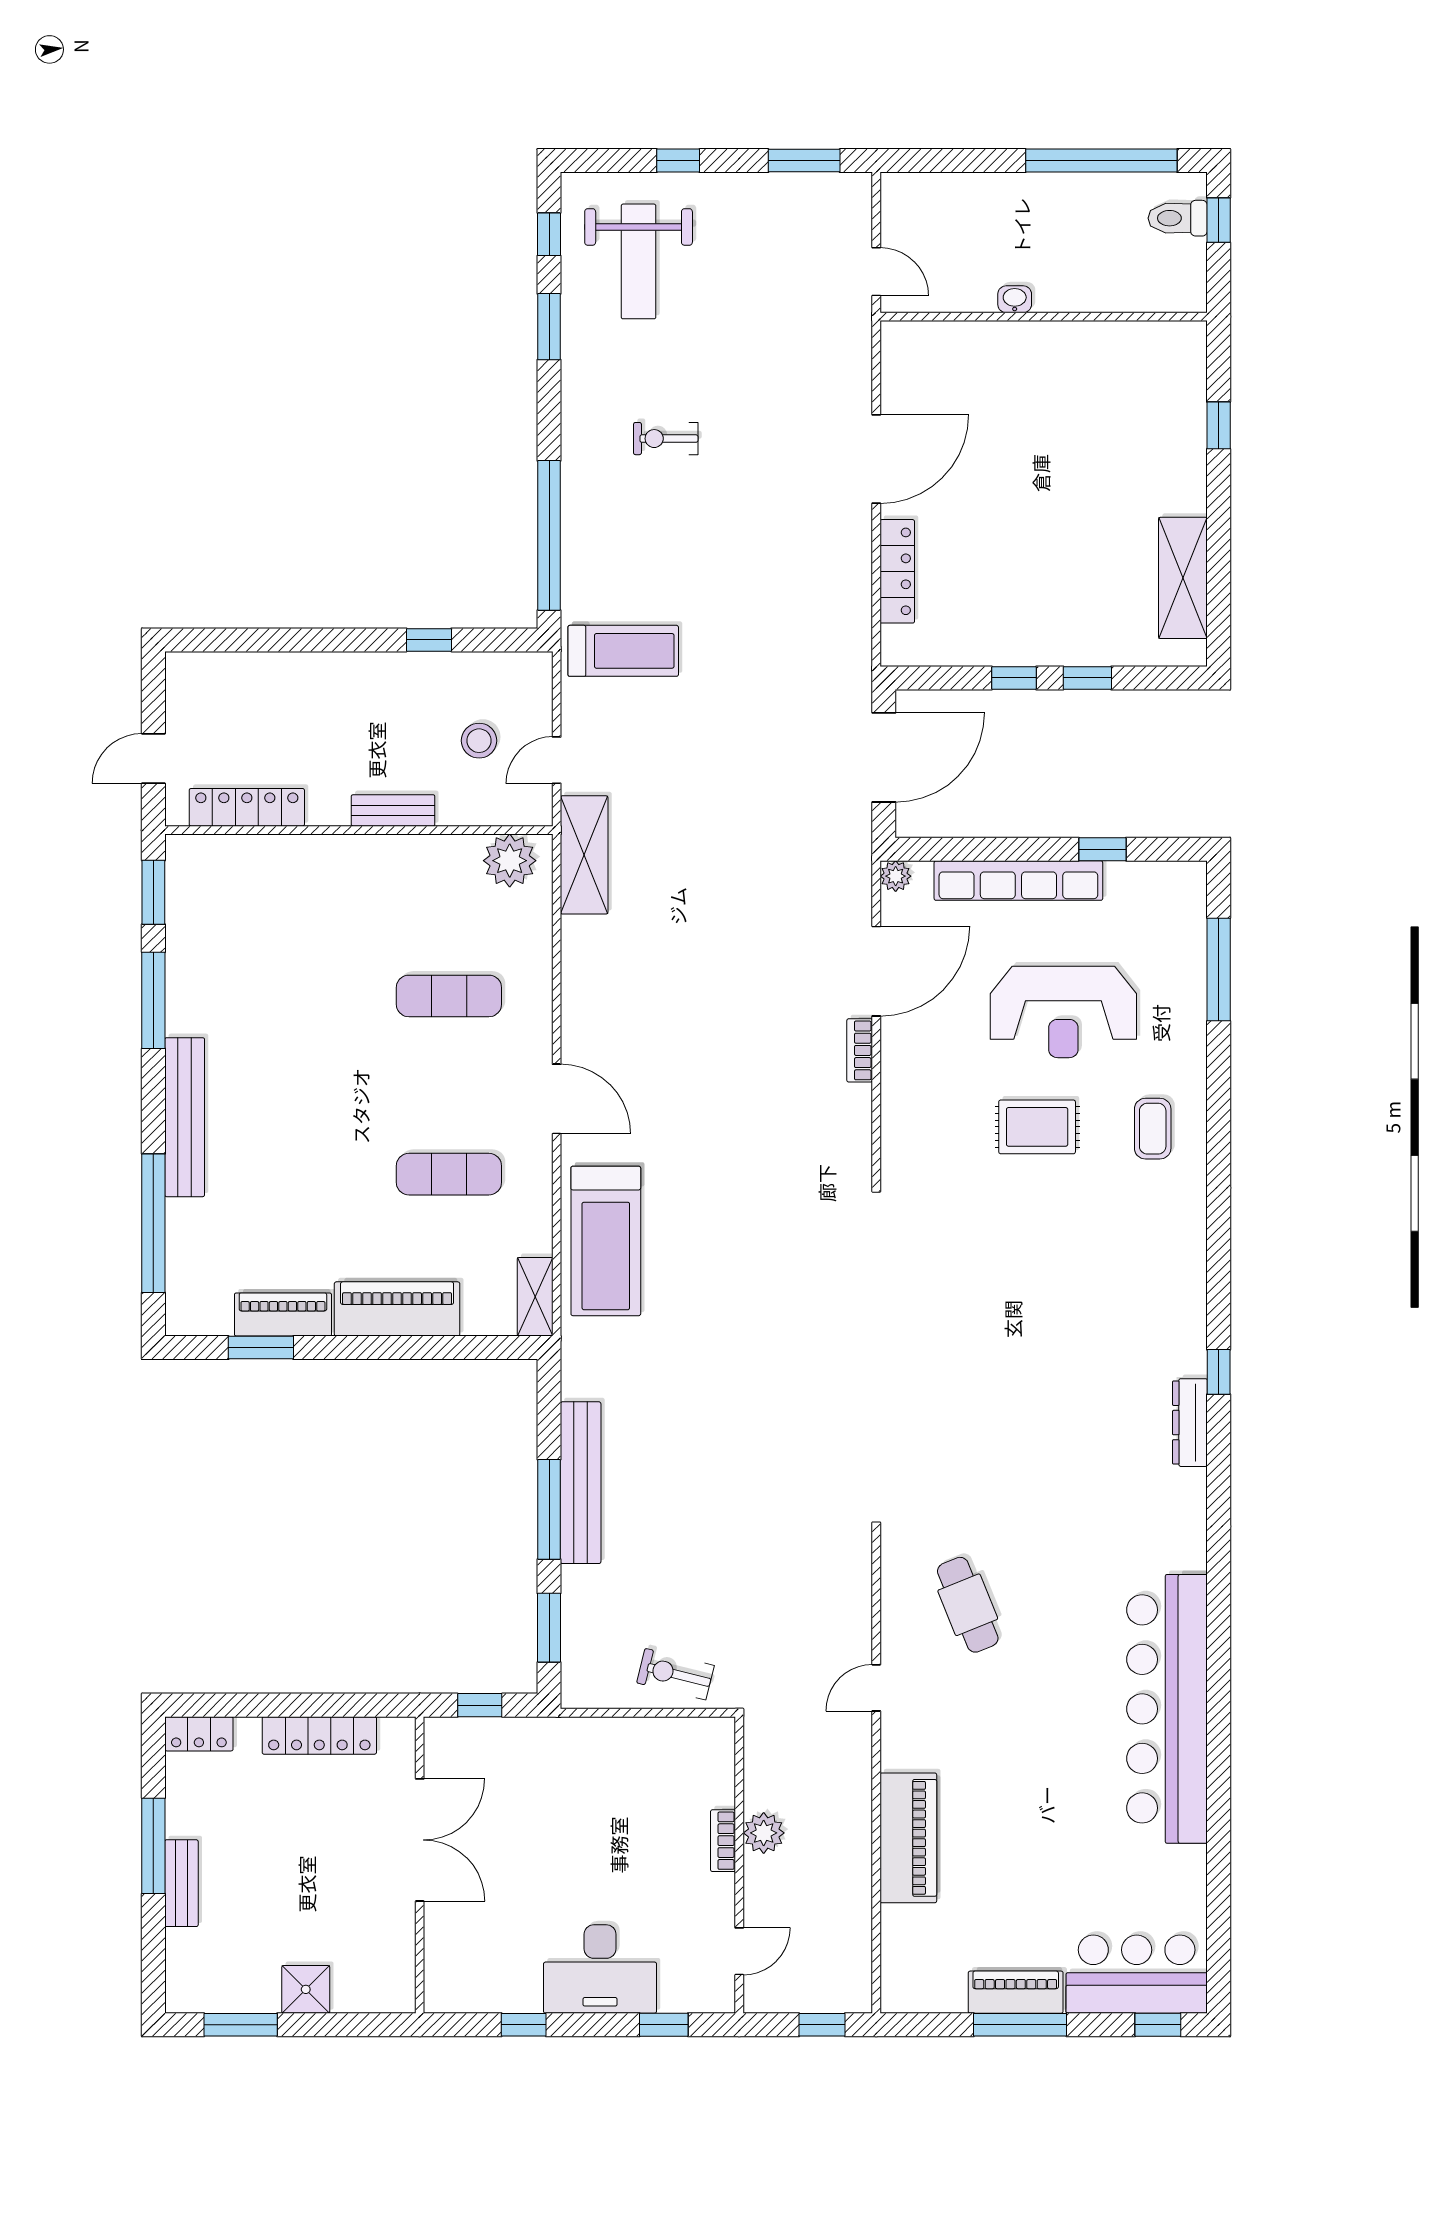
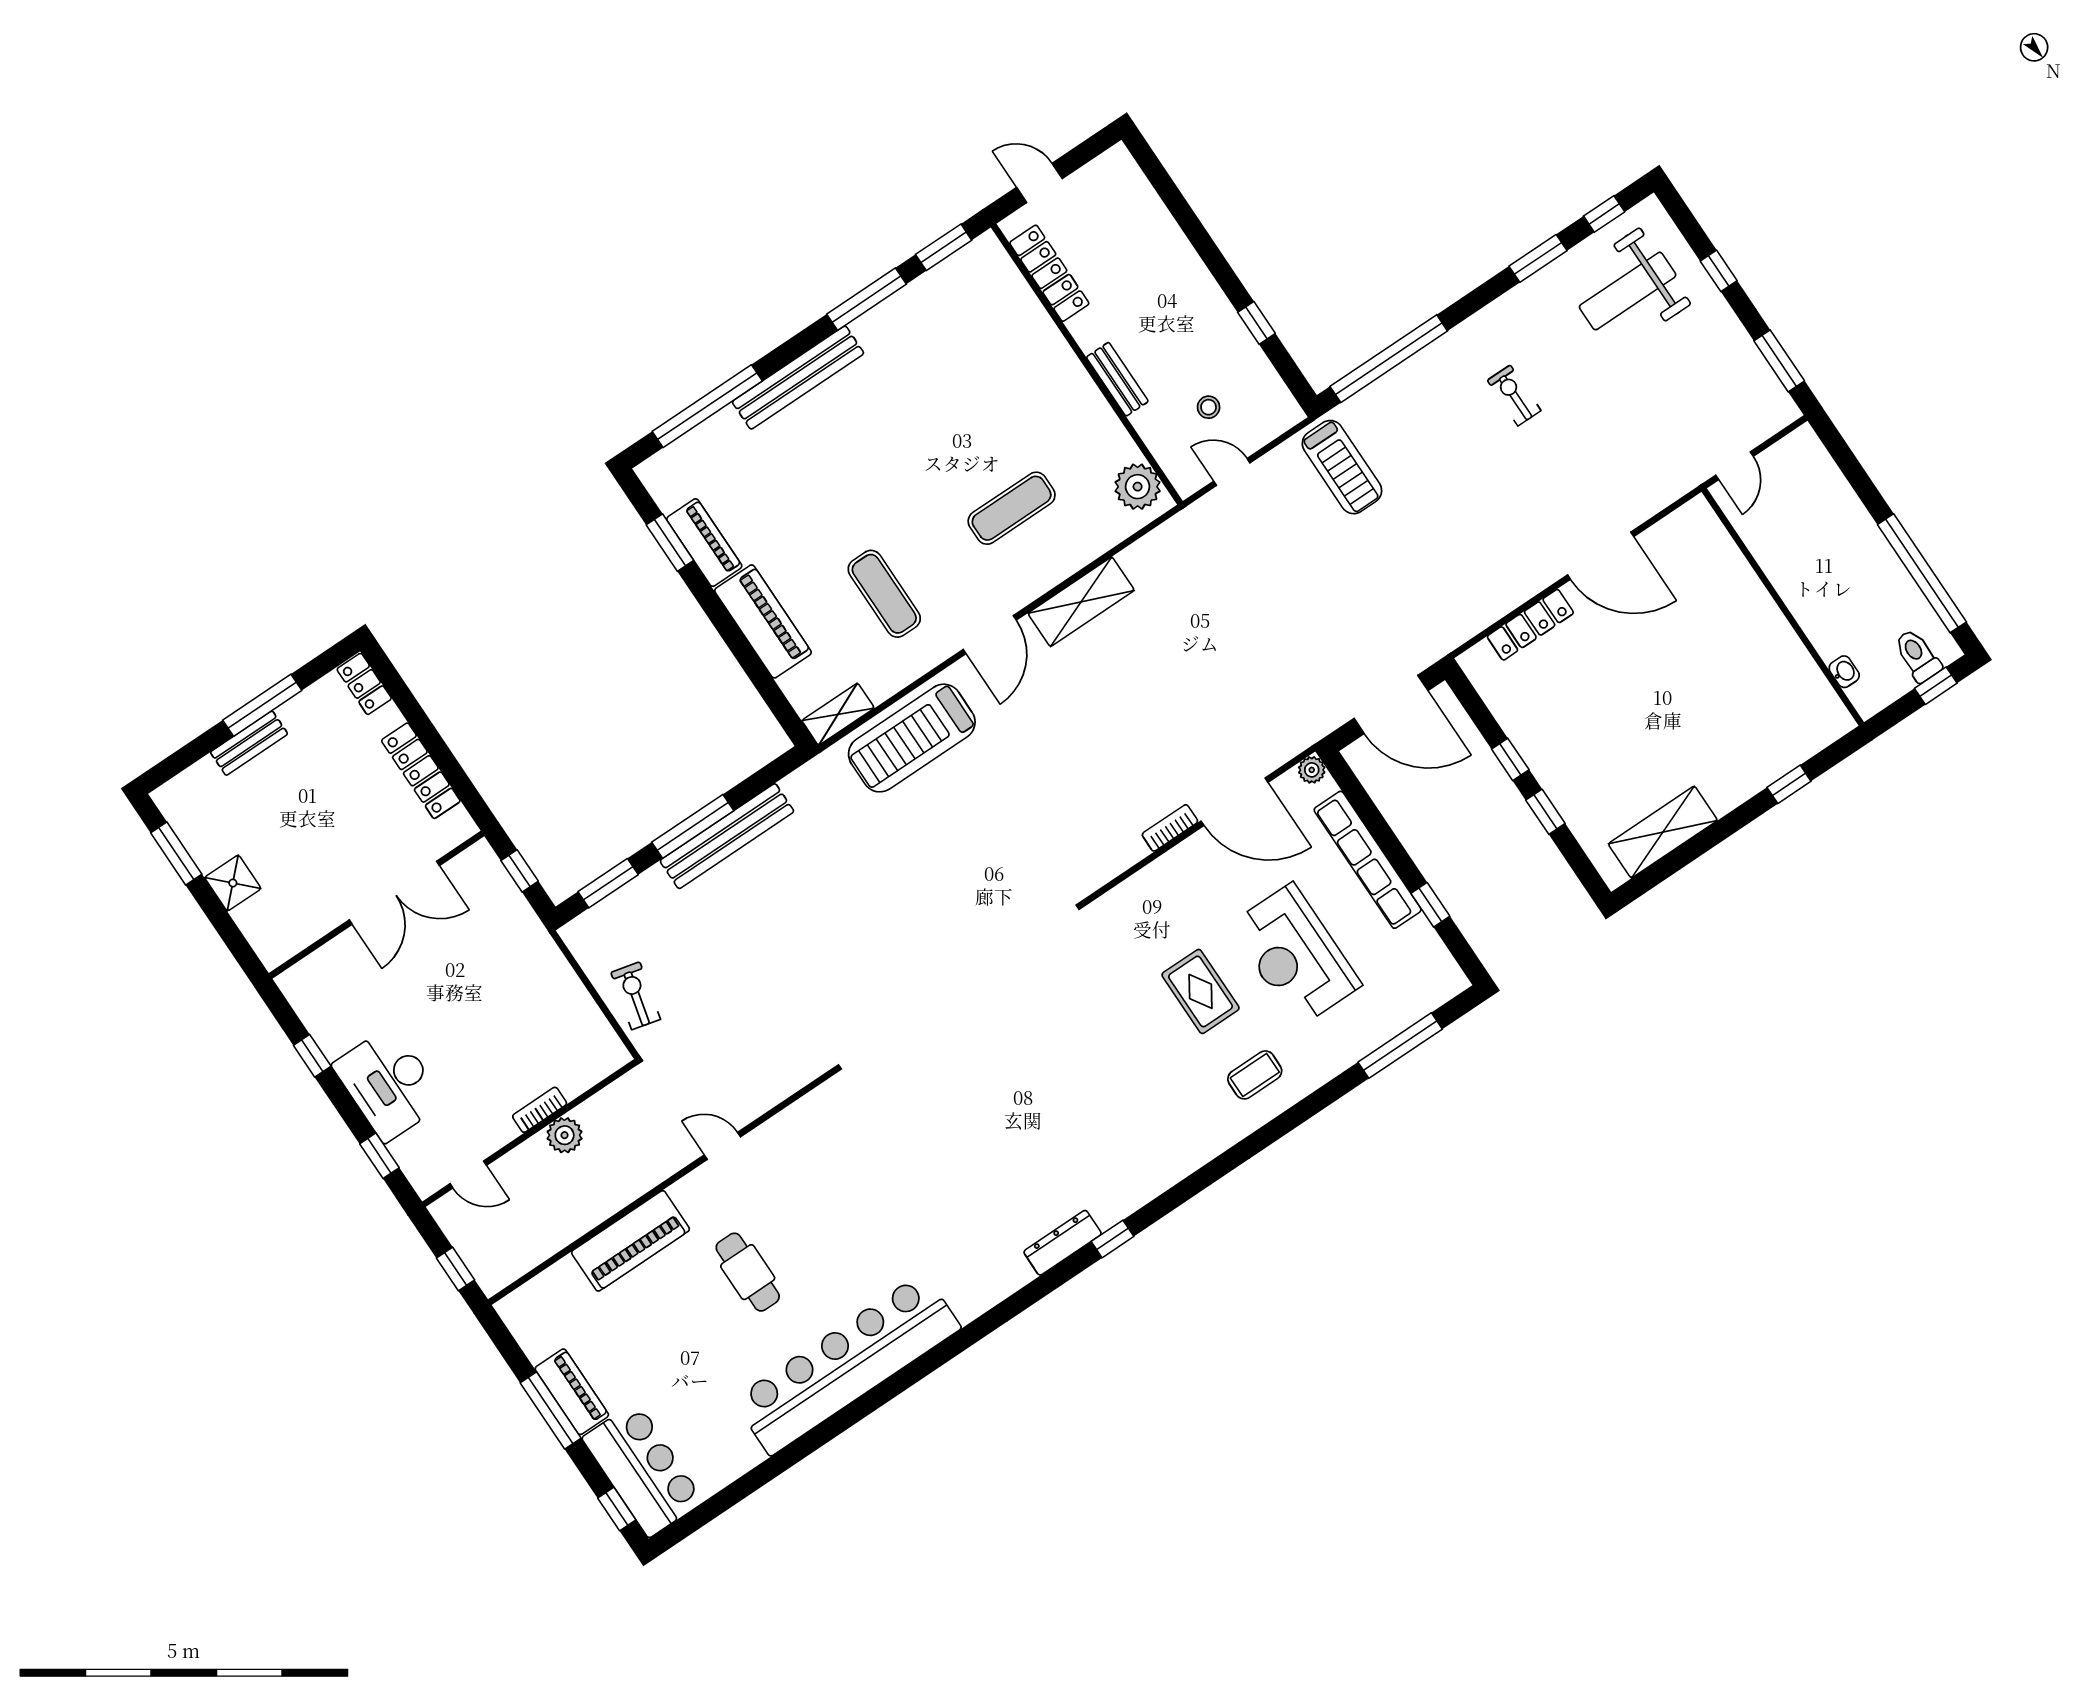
washbasin: (1015, 299) -> (1844, 672), moved
stool: (479, 741) -> (1209, 407), width x0.73, depth x0.73
shelving: (584, 855) -> (1081, 602), moved
exercise mat: (449, 996) -> (1012, 508), turned 90
cafe table: (968, 1605) -> (748, 1272), moved, turned -68

